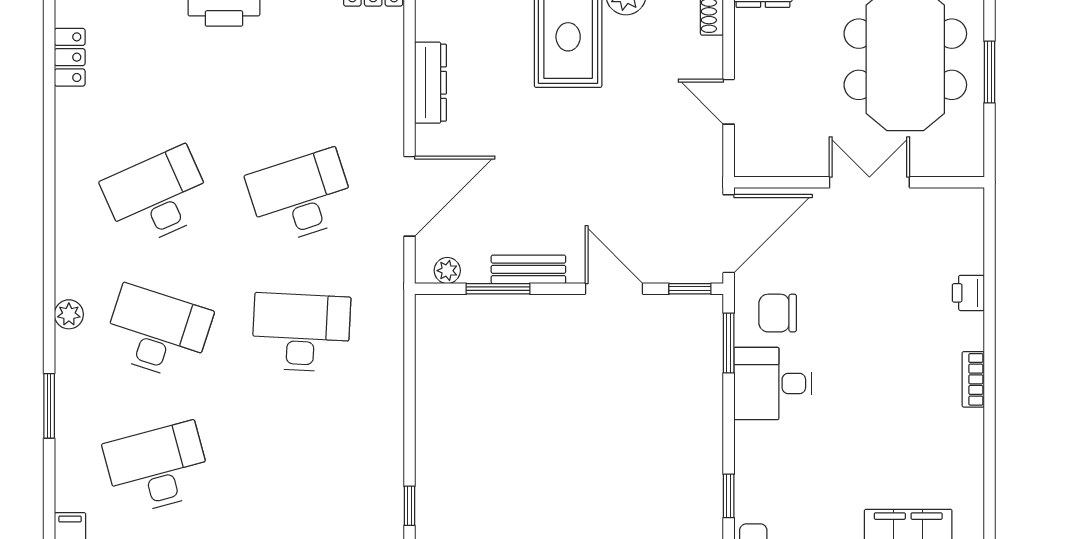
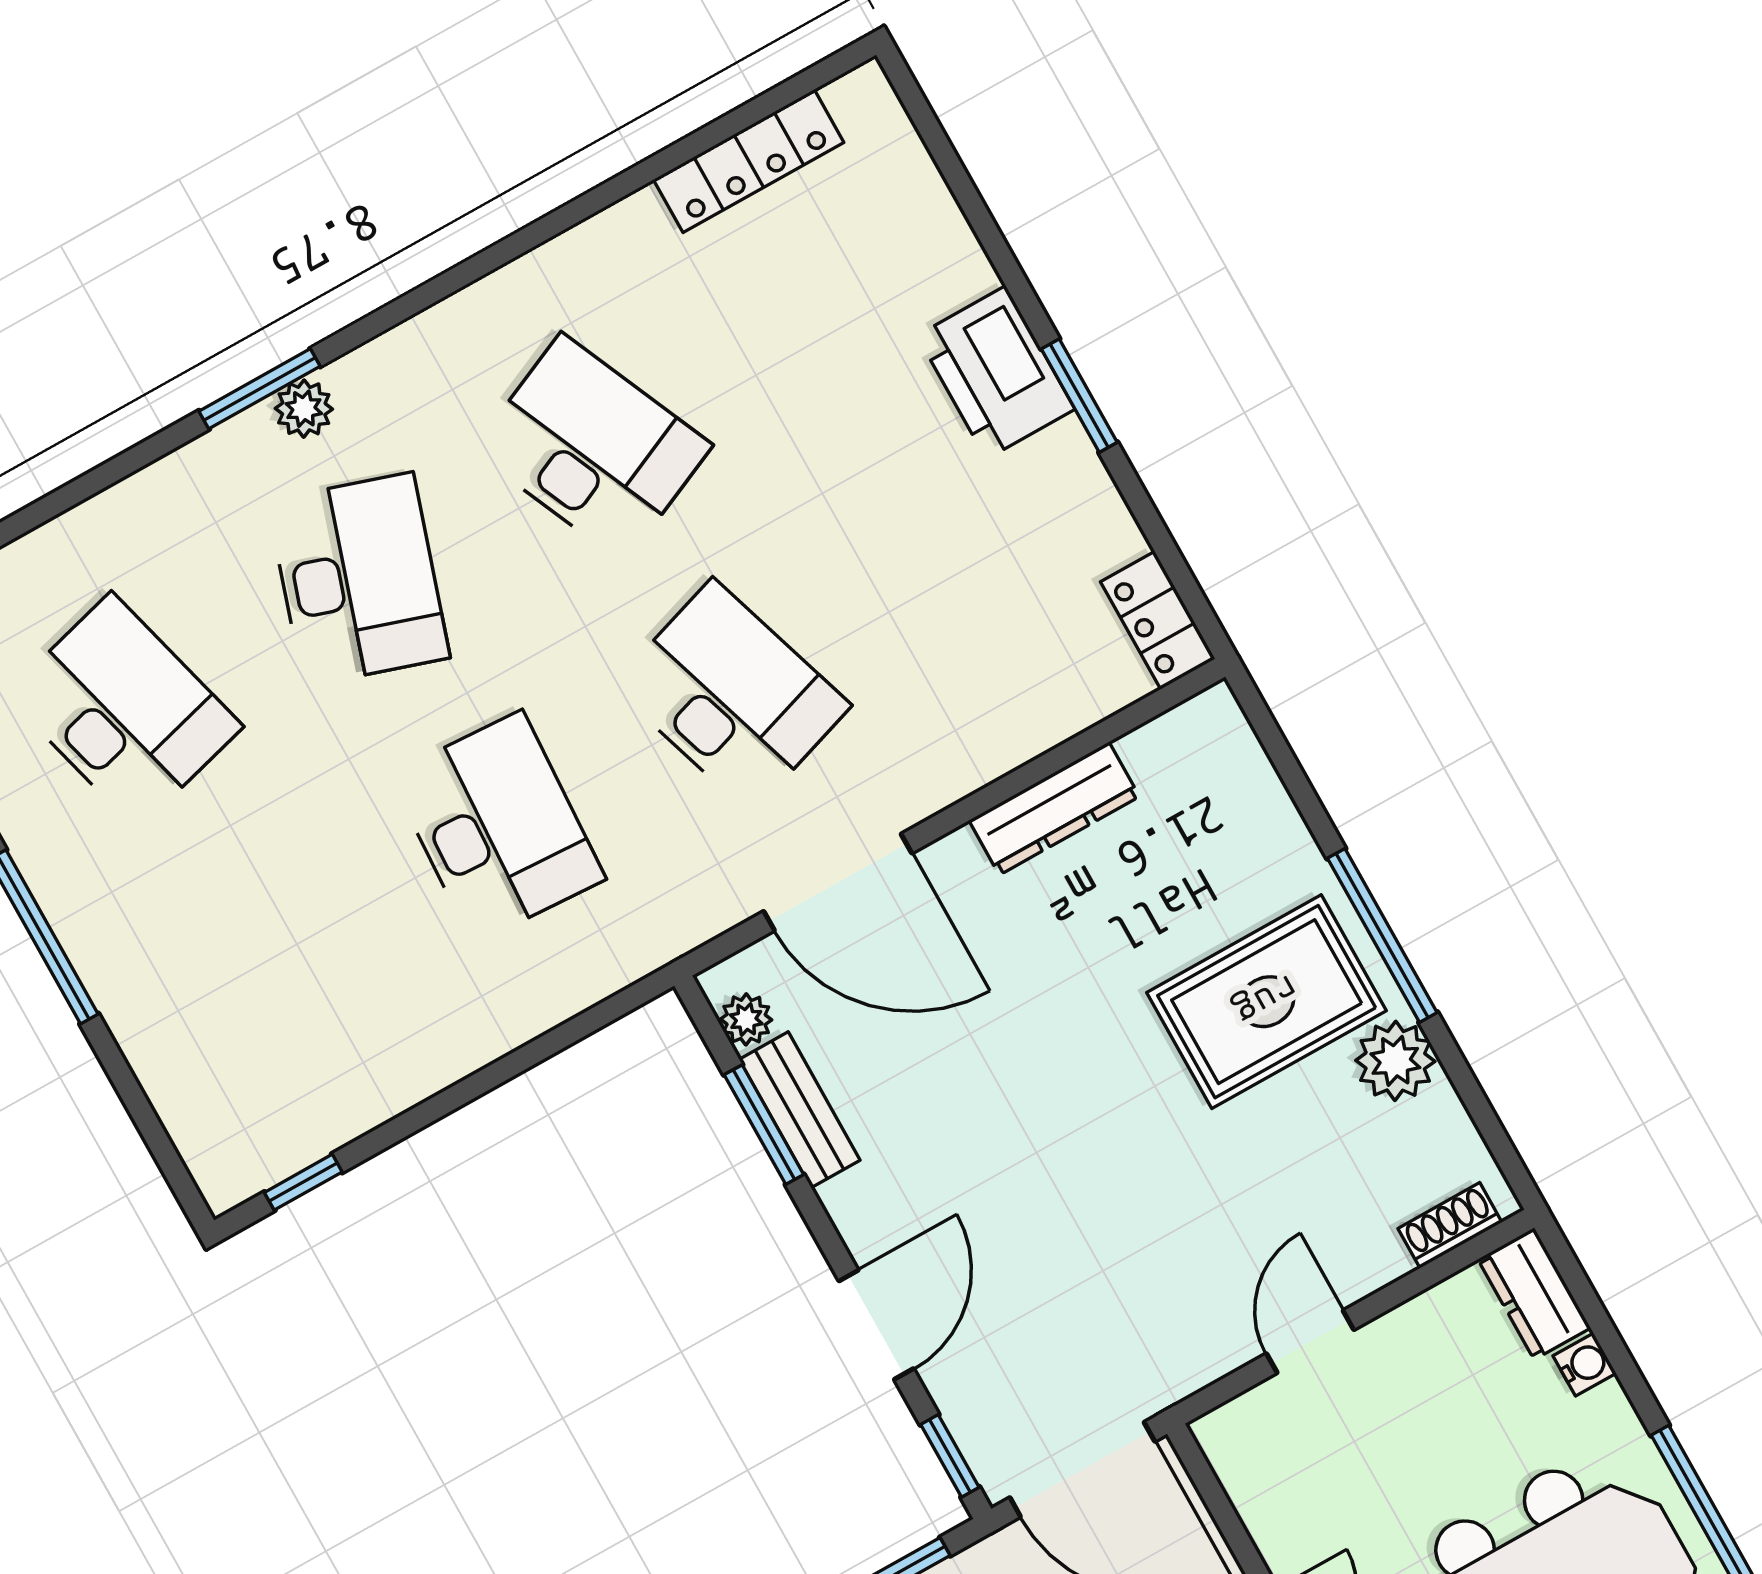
locker: (70, 57) -> (749, 161), width x1.53
bench: (528, 269) -> (800, 1110), moved
window: (49, 406) -> (260, 389), moved

